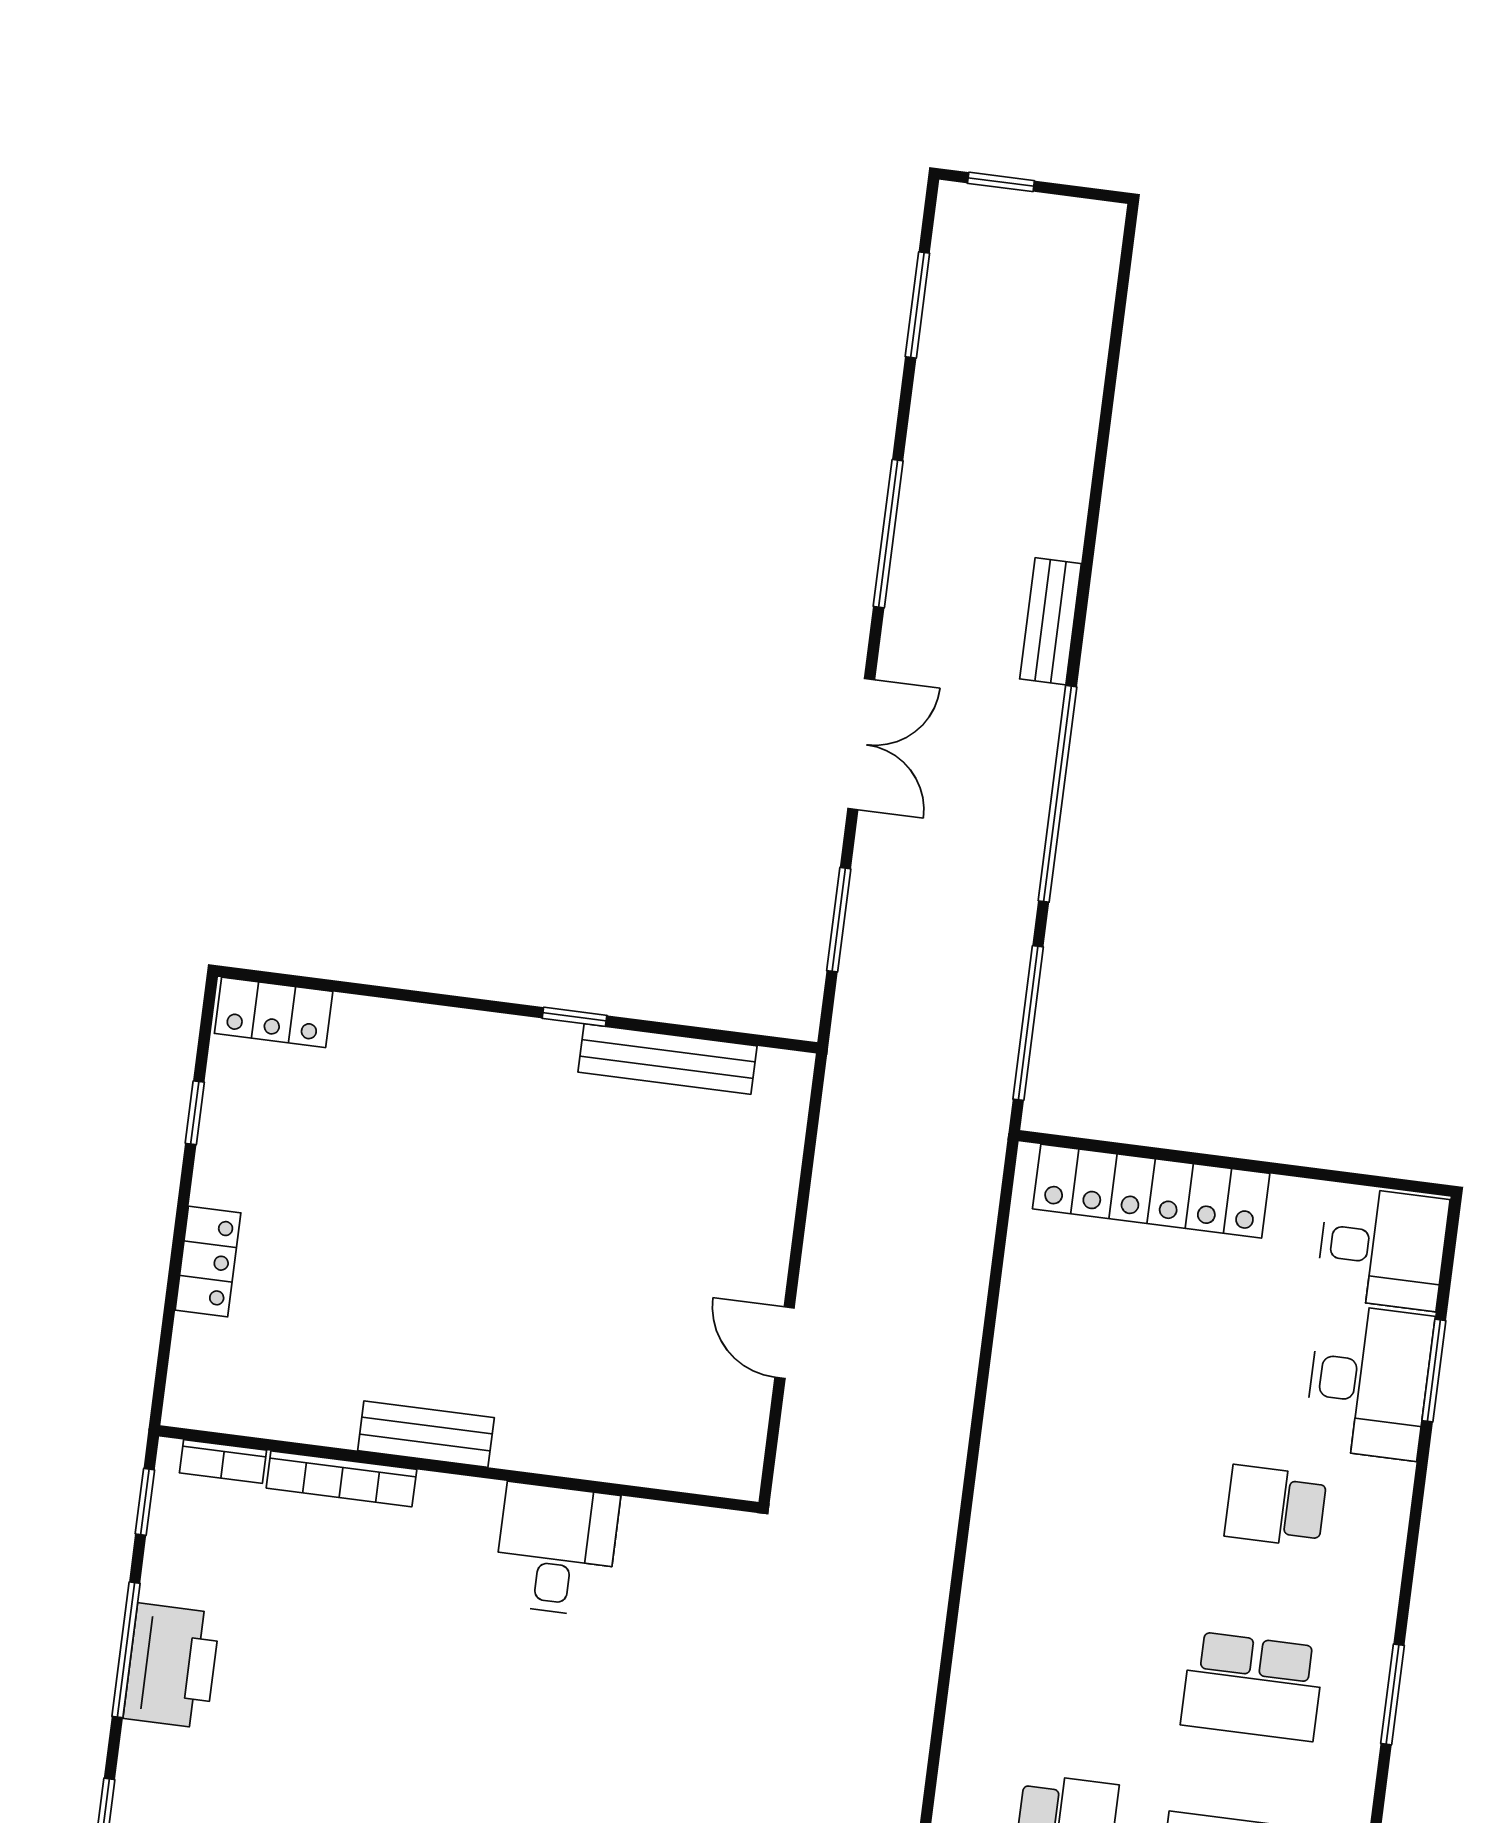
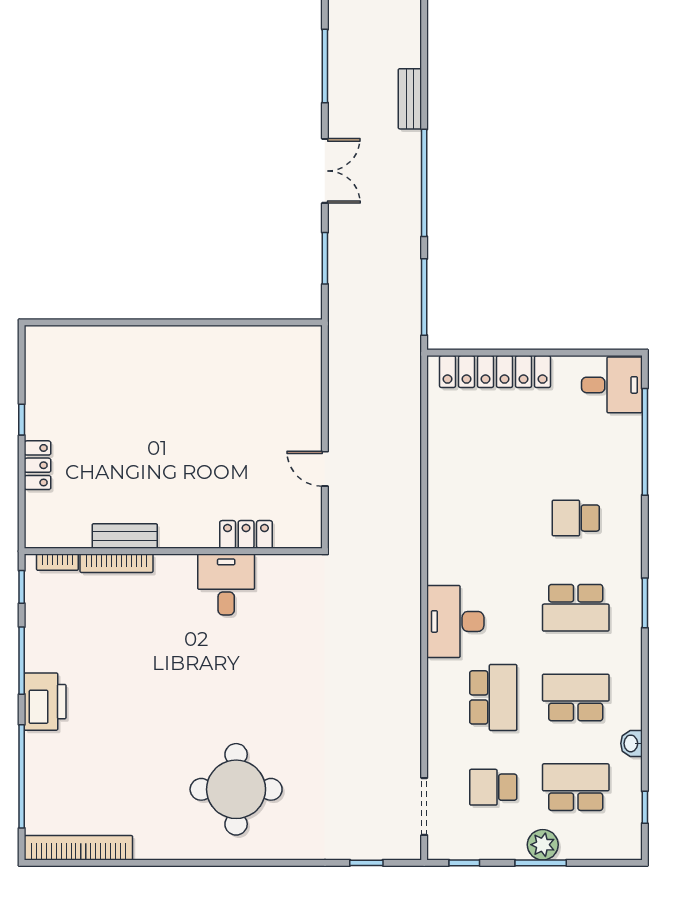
locker: (274, 1012) -> (246, 534), moved, turned 180
window: (575, 1017) -> (202, 322), removed
bench: (667, 1059) -> (250, 337), removed
window: (195, 1113) -> (22, 420), moved
window: (1434, 1371) -> (645, 442), width x2.11
desk: (1369, 1382) -> (455, 621), moved, turned 180
bench: (426, 1434) -> (125, 536), moved
printer: (172, 1666) -> (45, 702), moved

